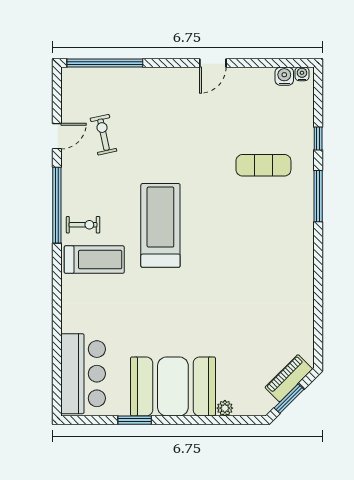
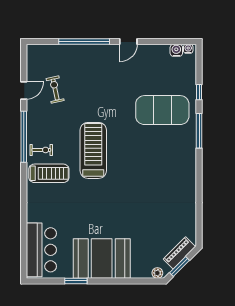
window: (105, 63) -> (84, 41), moved
exercise mat: (263, 165) -> (162, 110), width x2.00, depth x1.45
plant: (225, 408) -> (157, 273), moved

